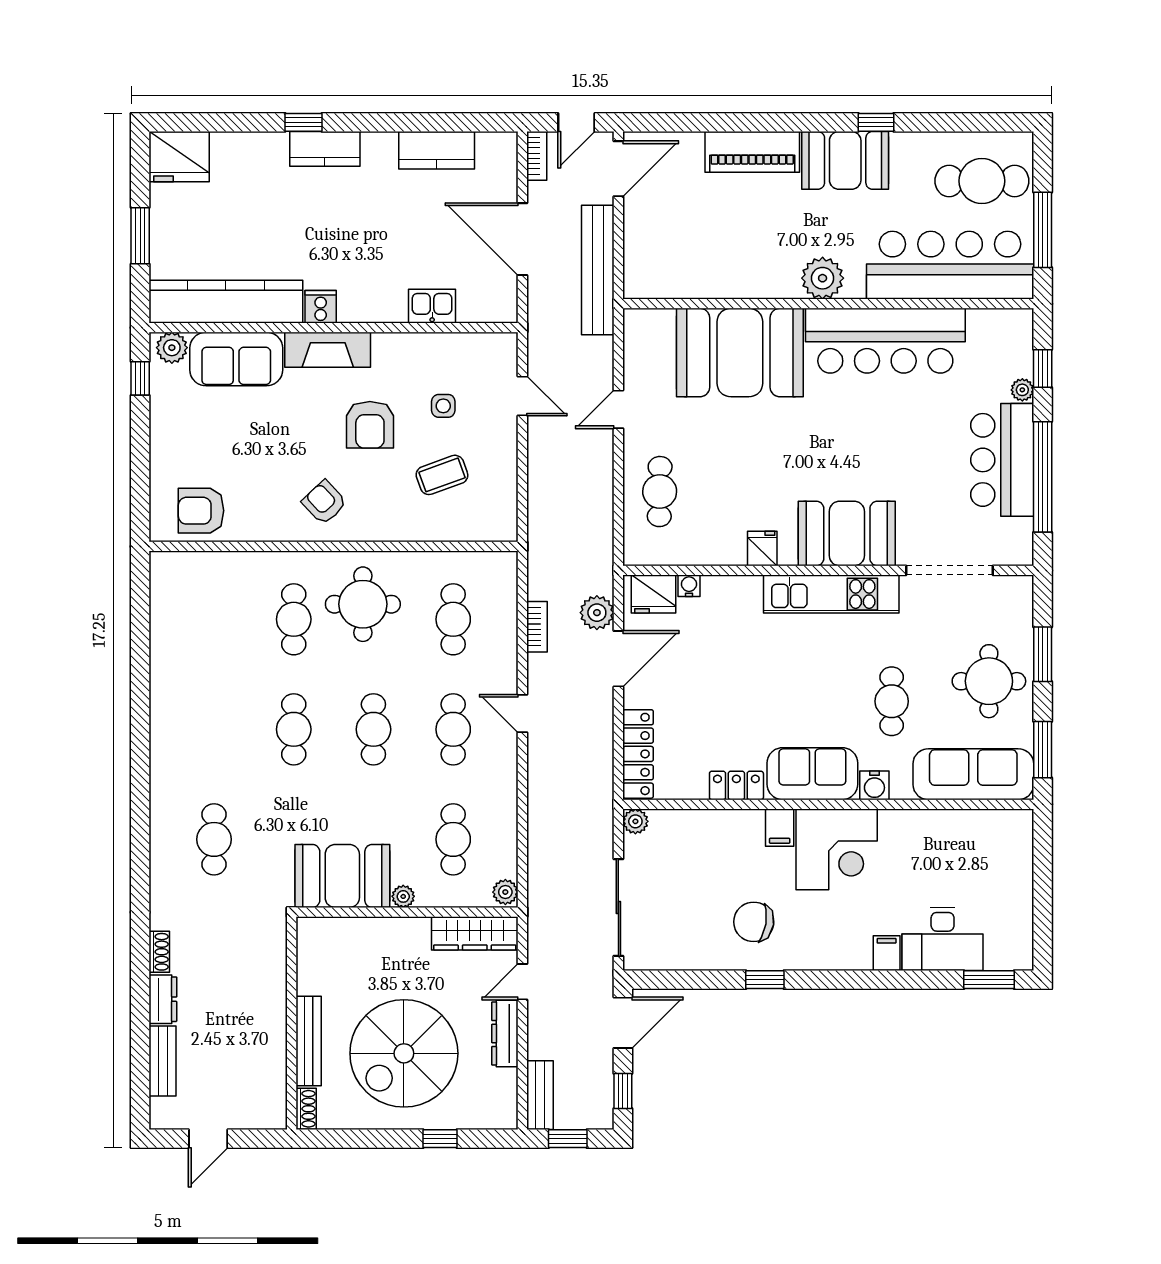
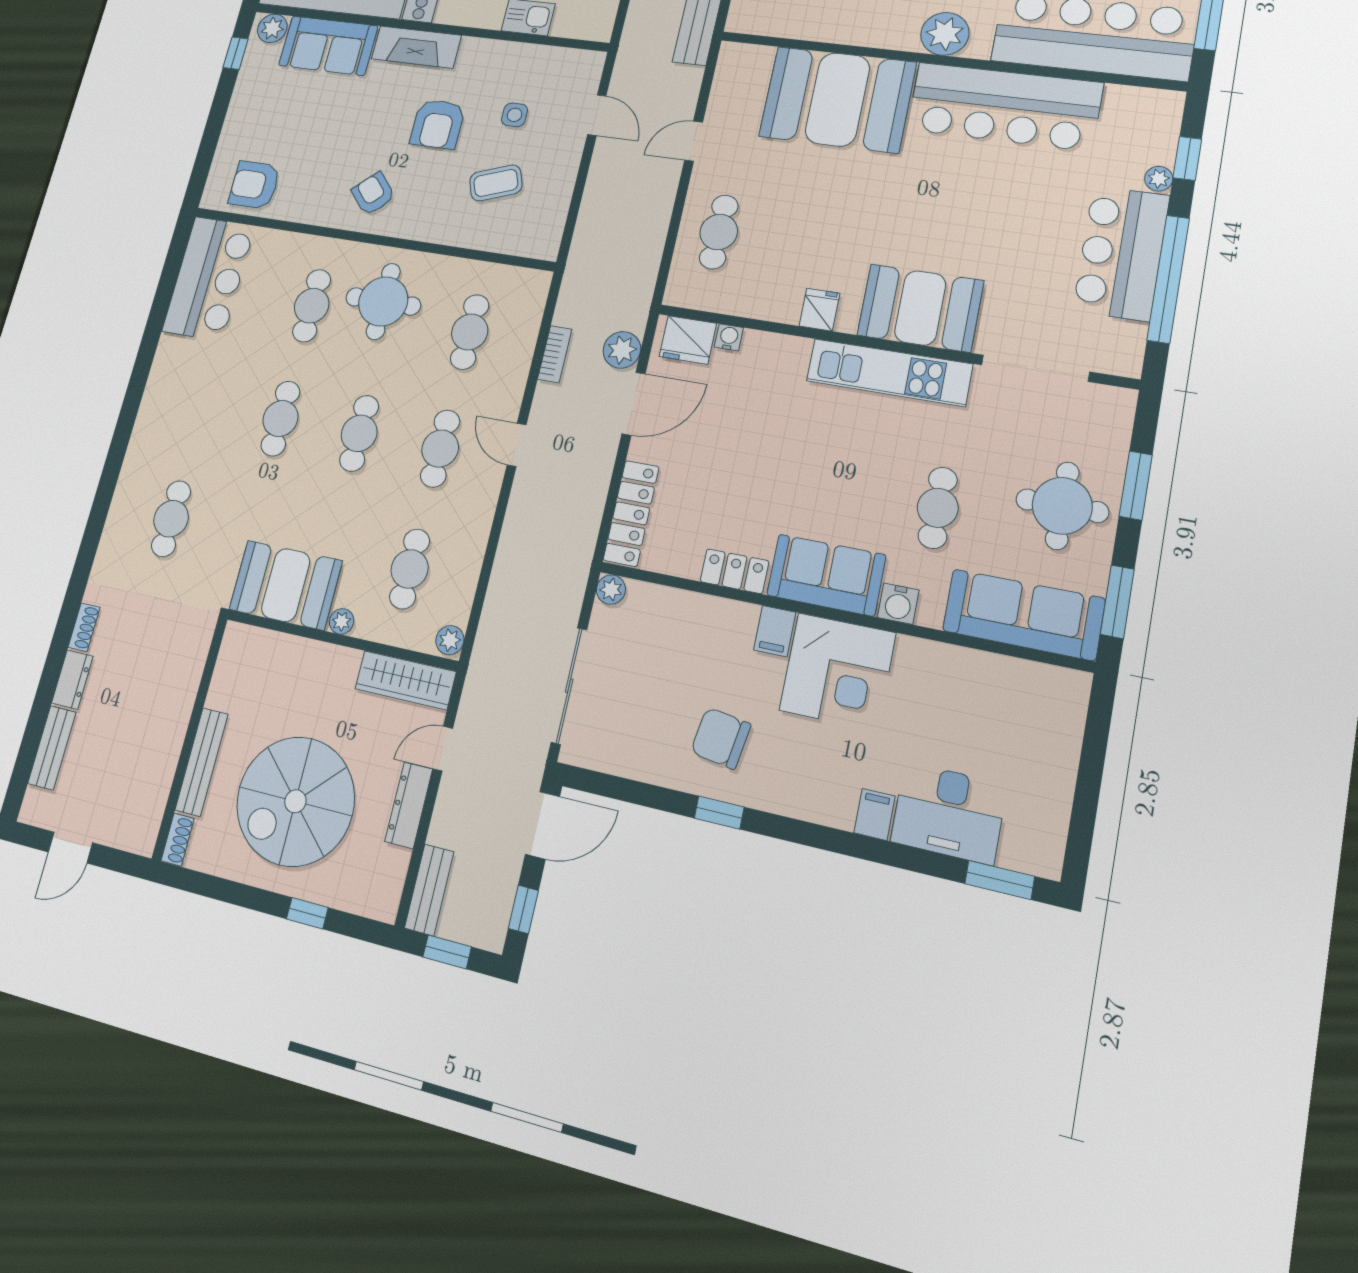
bar counter: (182, 610) -> (209, 278), added

